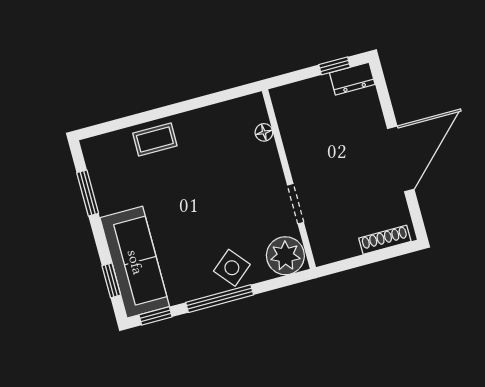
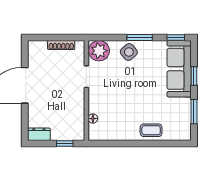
window: (335, 66) -> (65, 143), moved
shoe rack: (385, 240) -> (61, 45), moved
window: (111, 280) -> (194, 76), moved
window: (220, 299) -> (140, 38), width x0.69

